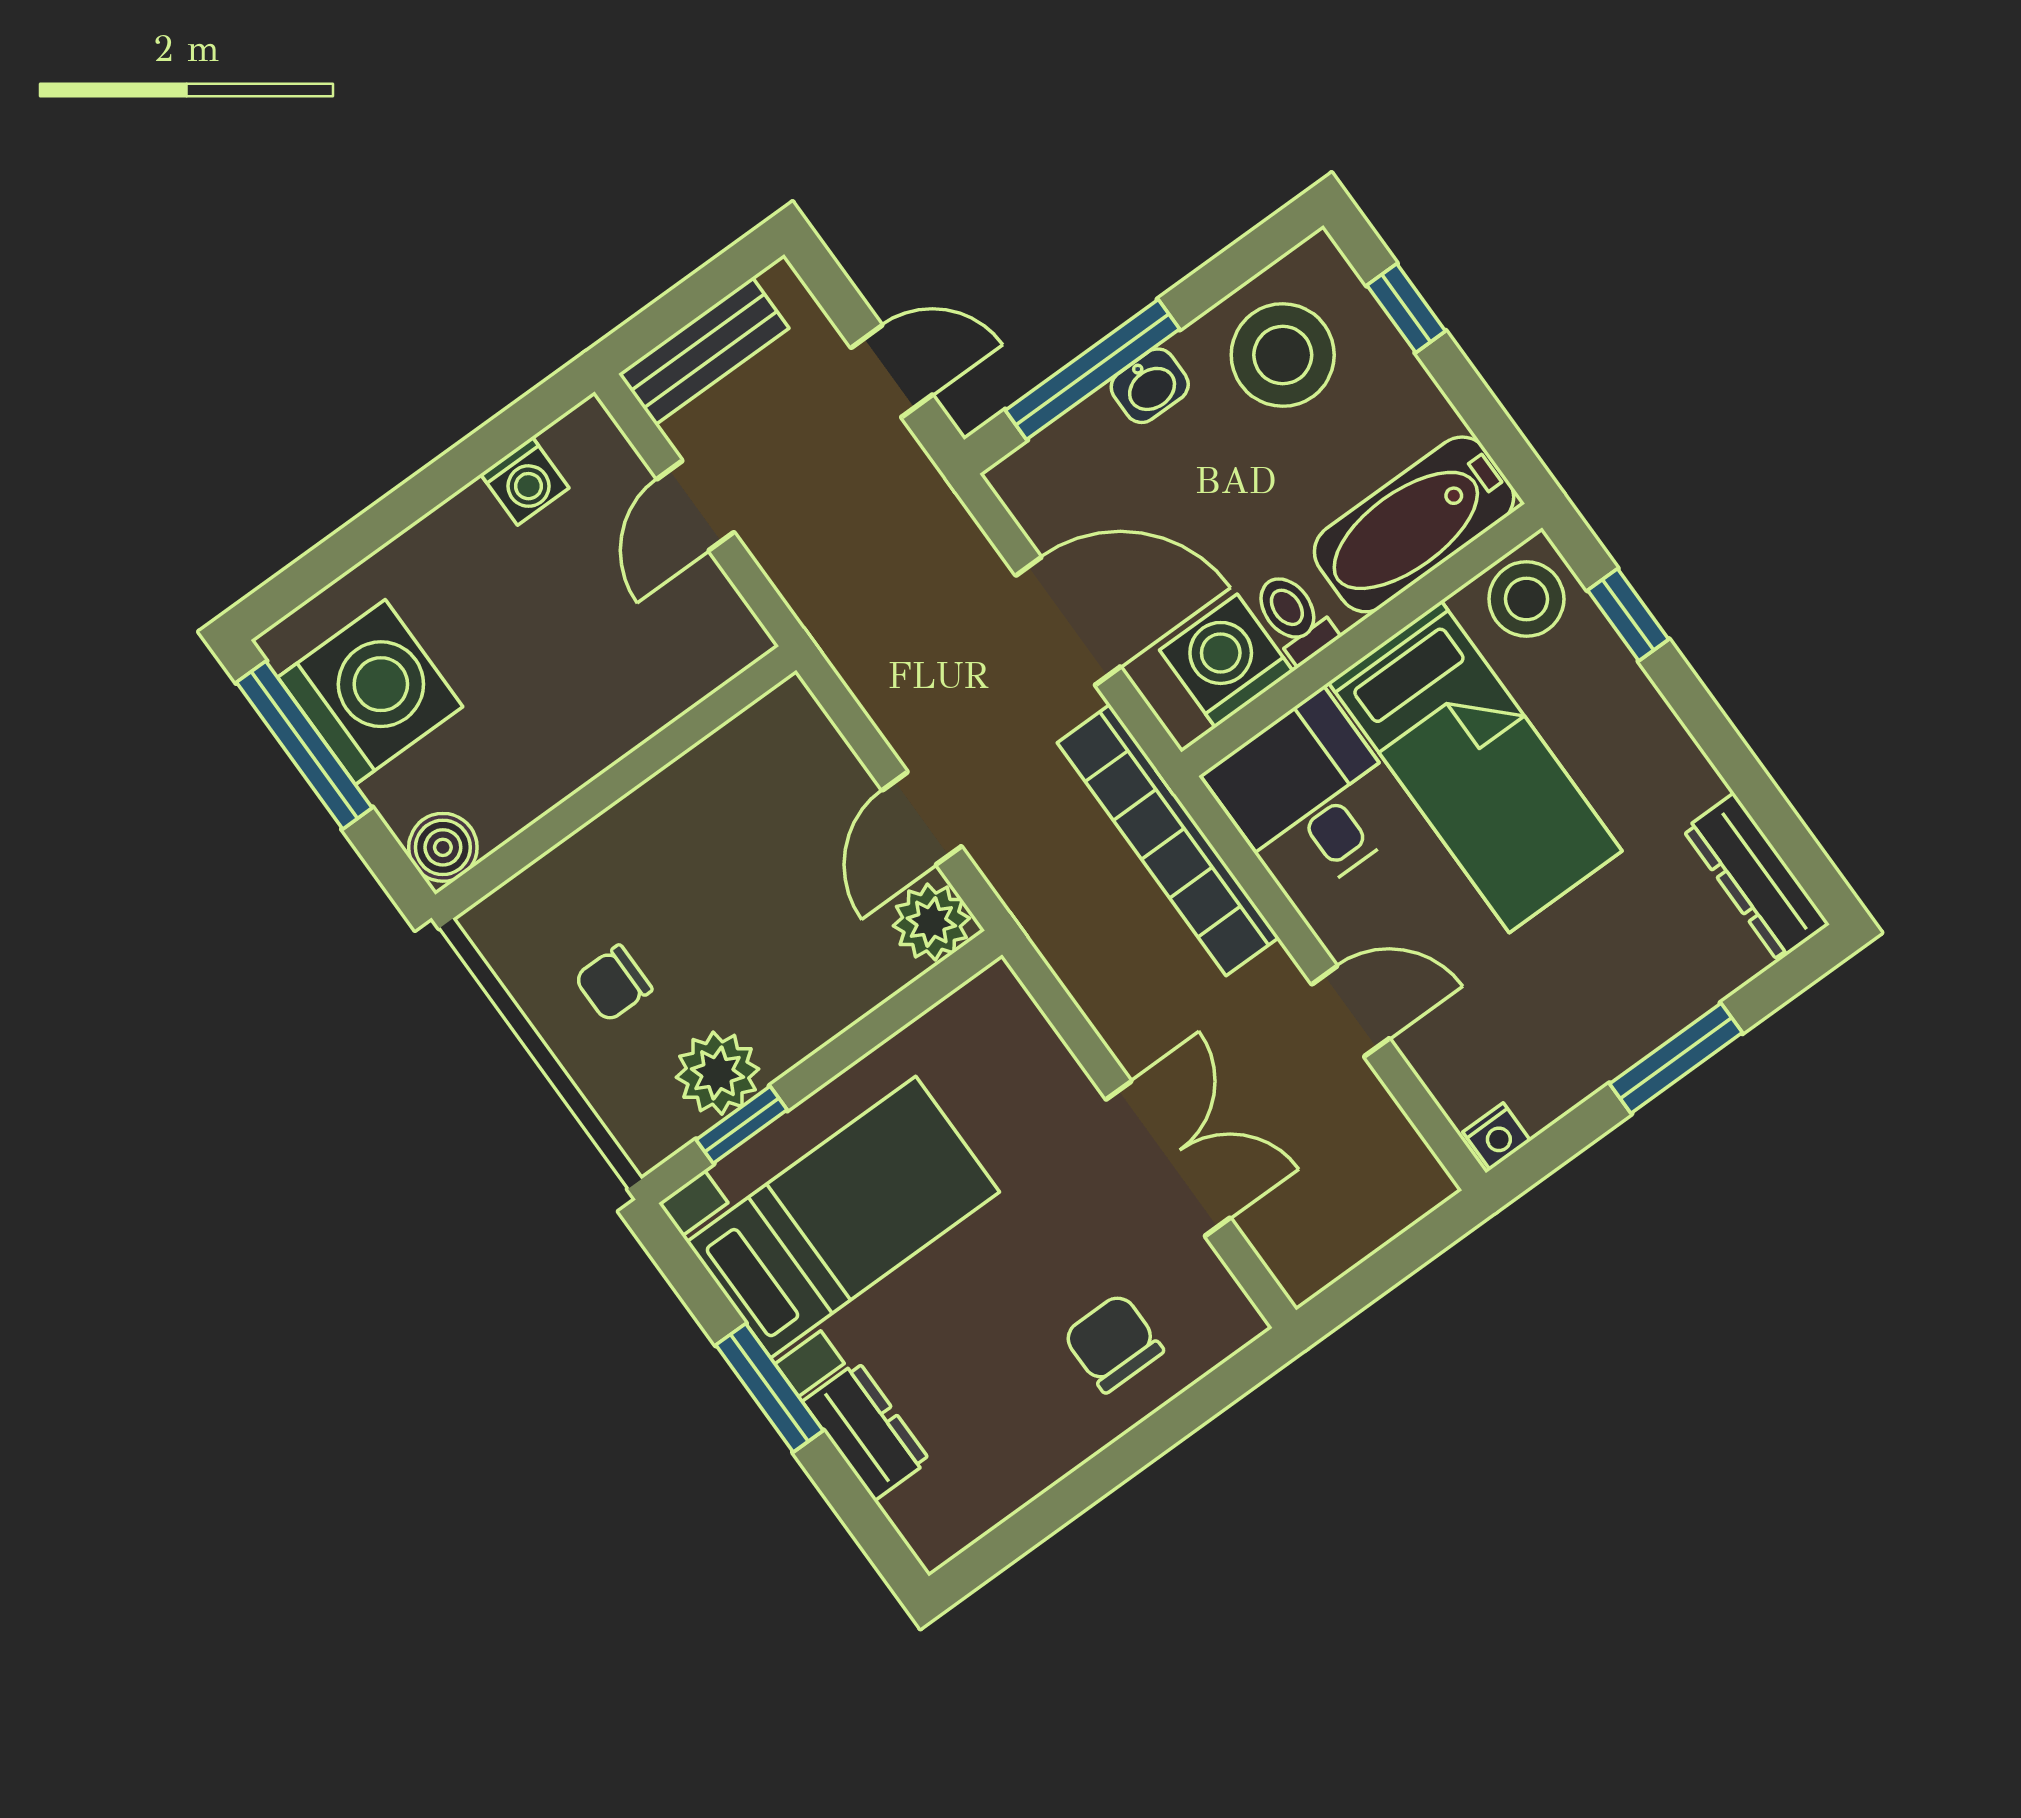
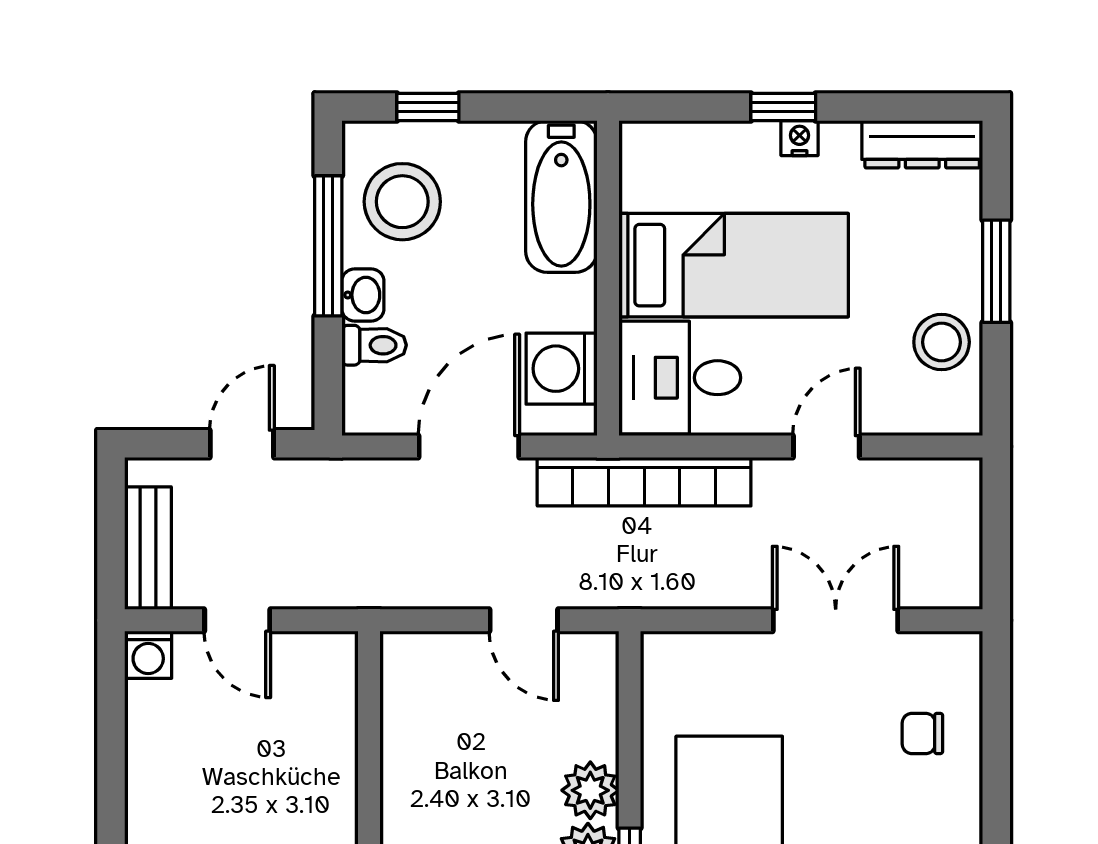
window: (1092, 370) -> (328, 246), moved
washing machine: (525, 481) -> (148, 655), moved, turned 90
stool: (1526, 599) -> (942, 342), moved
window: (1628, 615) -> (783, 107), moved
toilet: (1294, 617) -> (374, 345), moved, turned 180
plant: (931, 922) -> (590, 790), moved
nightstand: (1497, 1136) -> (799, 138), moved, turned -90
chair: (1113, 1343) -> (922, 733), width x0.73, depth x0.73

